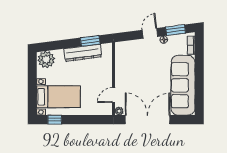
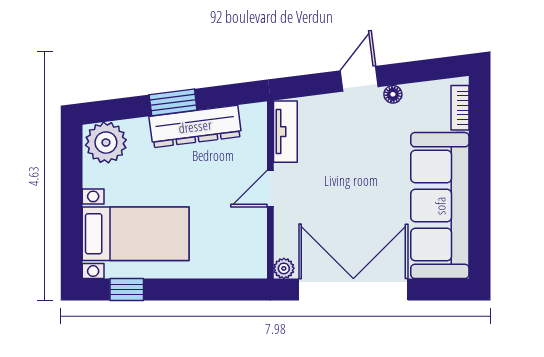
window: (176, 30) -> (422, 71), removed
window: (90, 41) -> (173, 102), moved
tv unit: (120, 55) -> (285, 132), added
door: (114, 95) -> (270, 189), moved

